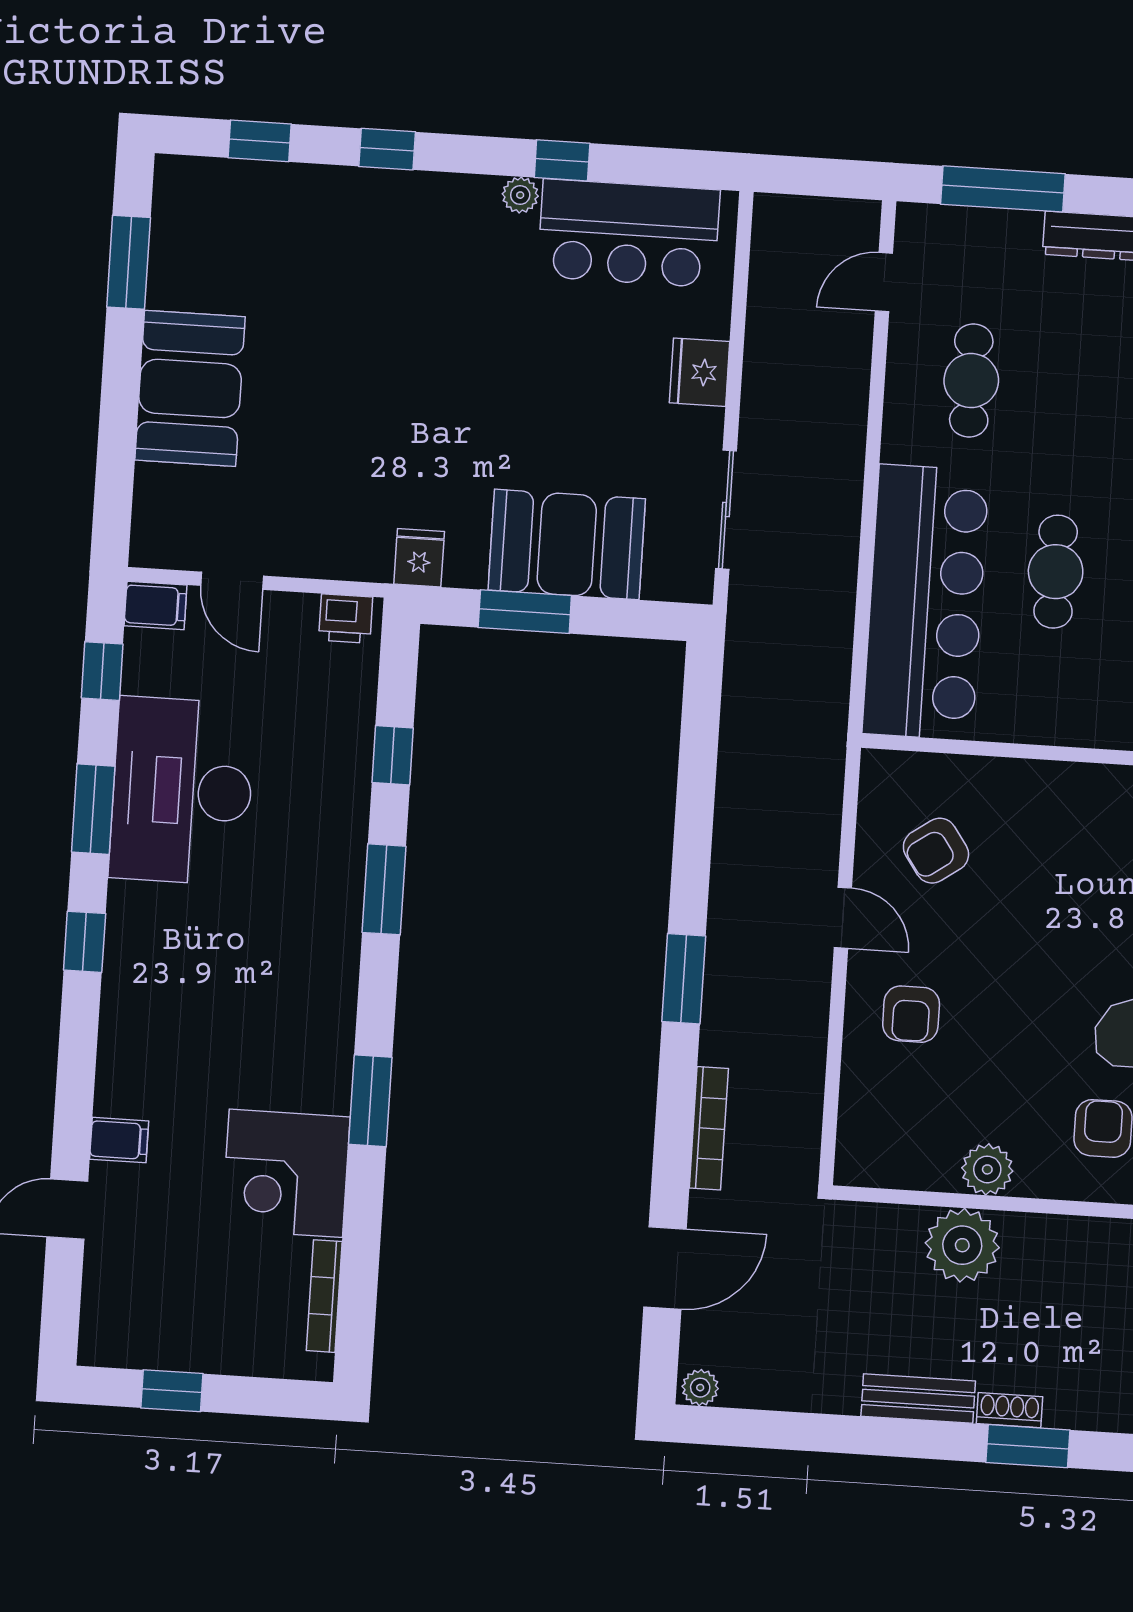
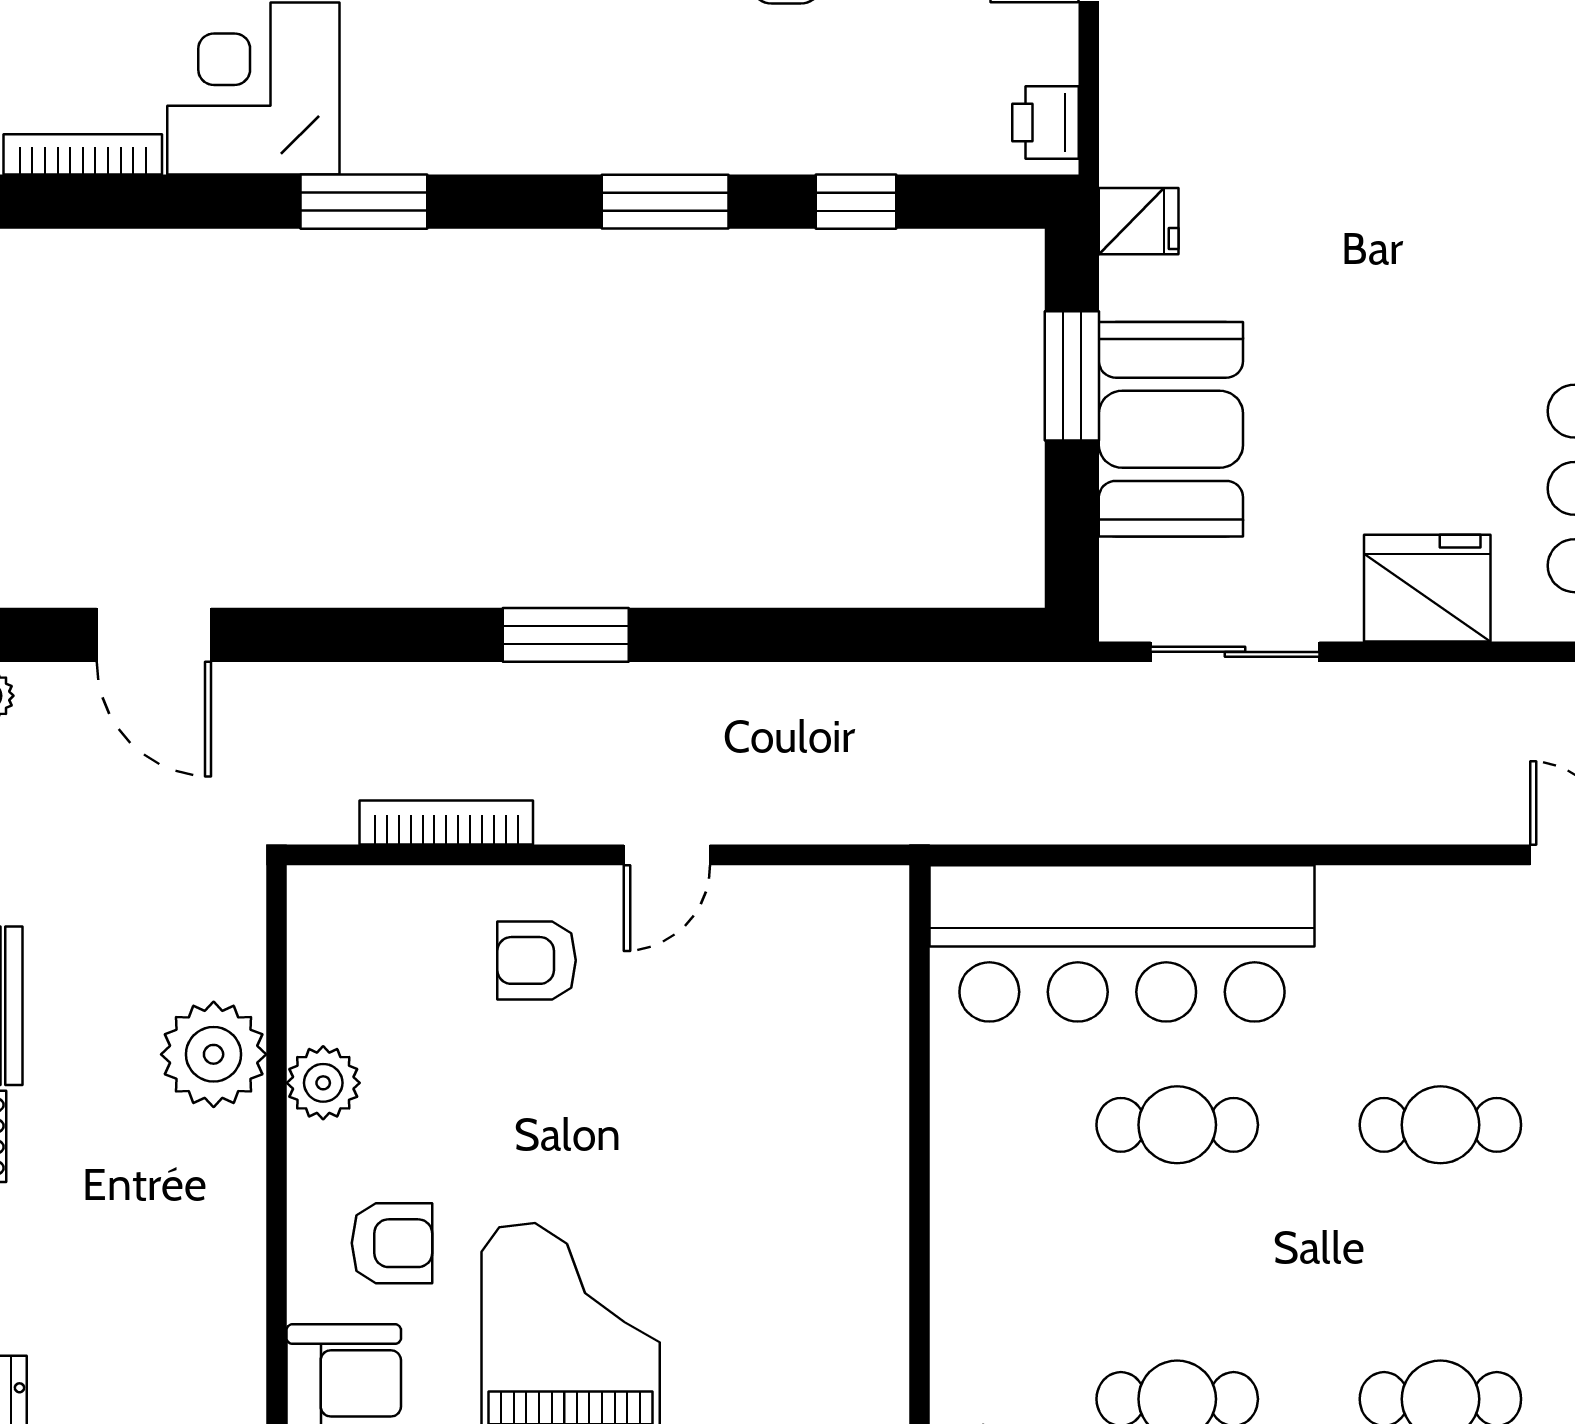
fridge: (700, 372) -> (1427, 588), width x1.36, depth x1.34
cafe table: (971, 381) -> (1440, 1125), moved
armchair: (936, 851) -> (771, 981), removed
bookcase: (709, 1128) -> (446, 823), moved, turned 180

